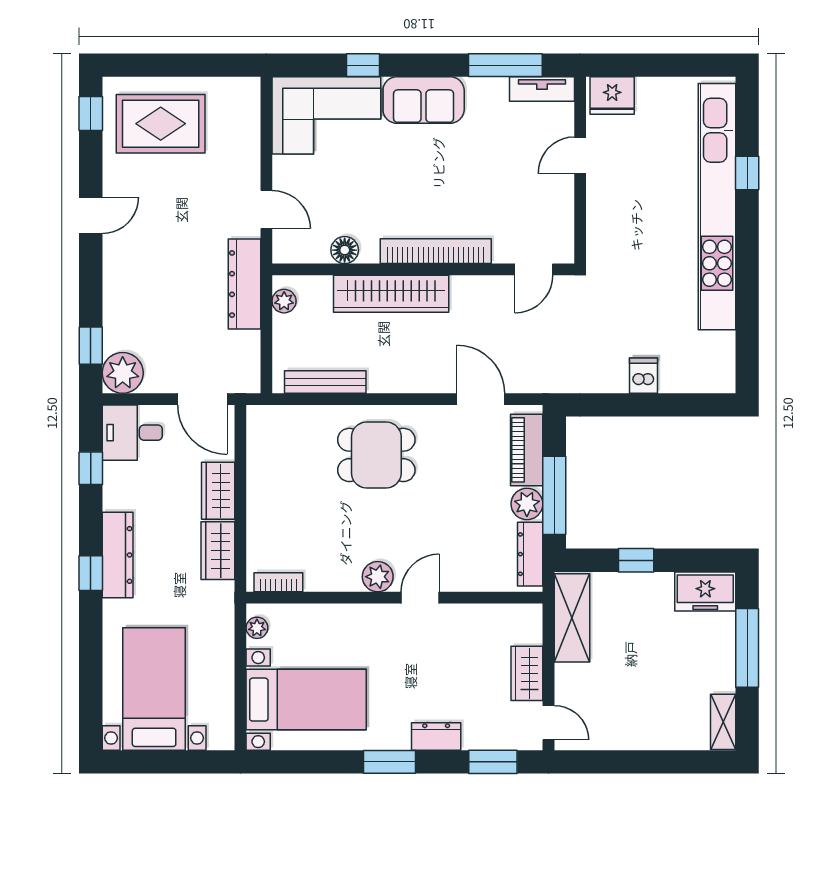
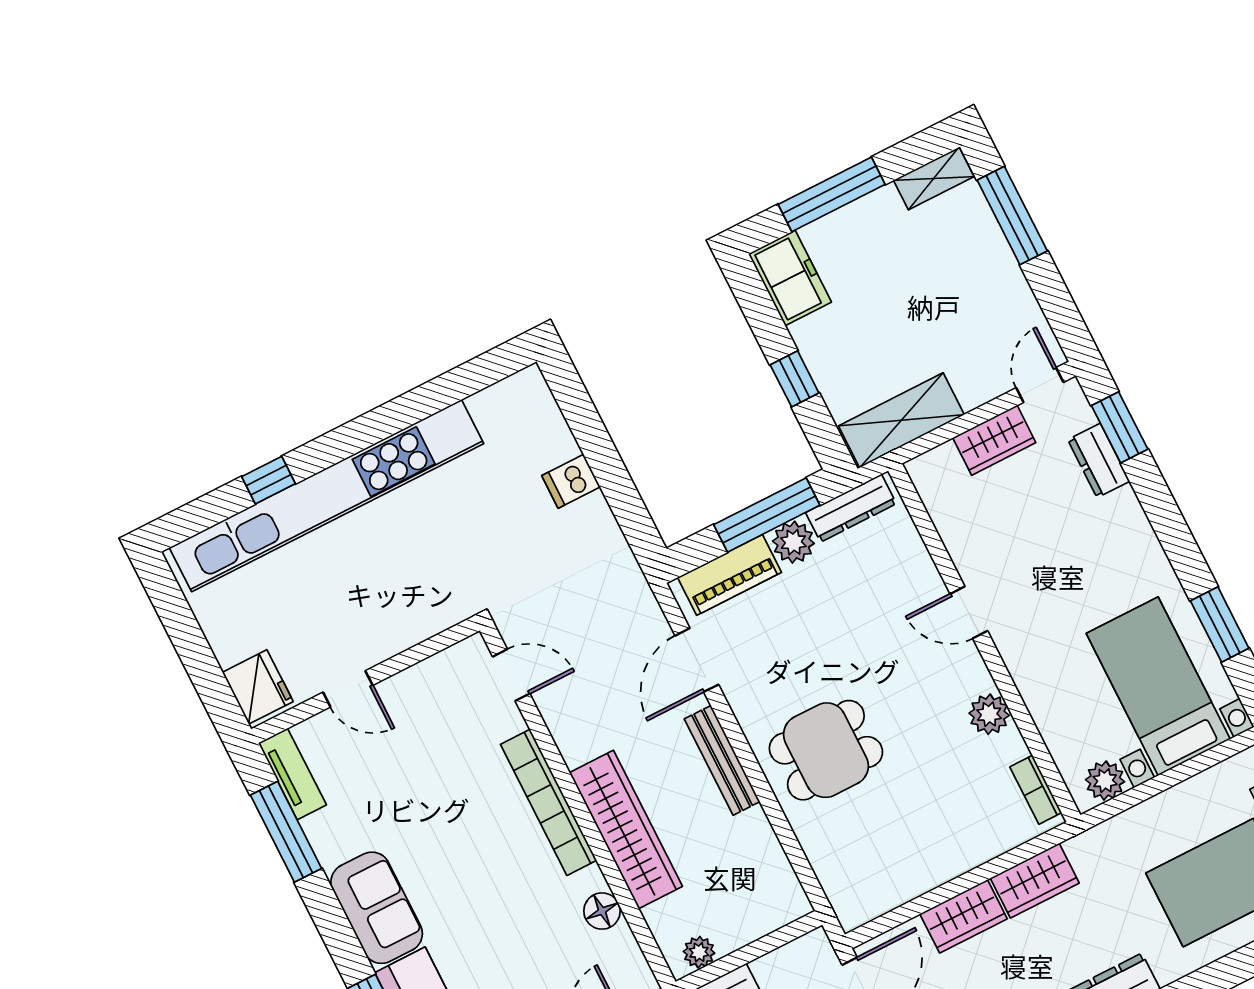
bench: (325, 382) -> (722, 760), moved
dining table: (376, 455) -> (826, 750), turned 90
plant: (378, 577) -> (989, 714), moved
plant: (257, 628) -> (1105, 781), width x1.38, depth x1.38
dresser: (436, 736) -> (1099, 460), moved
window: (390, 762) -> (1220, 624), moved
window: (672, 762) -> (1012, 216), added

